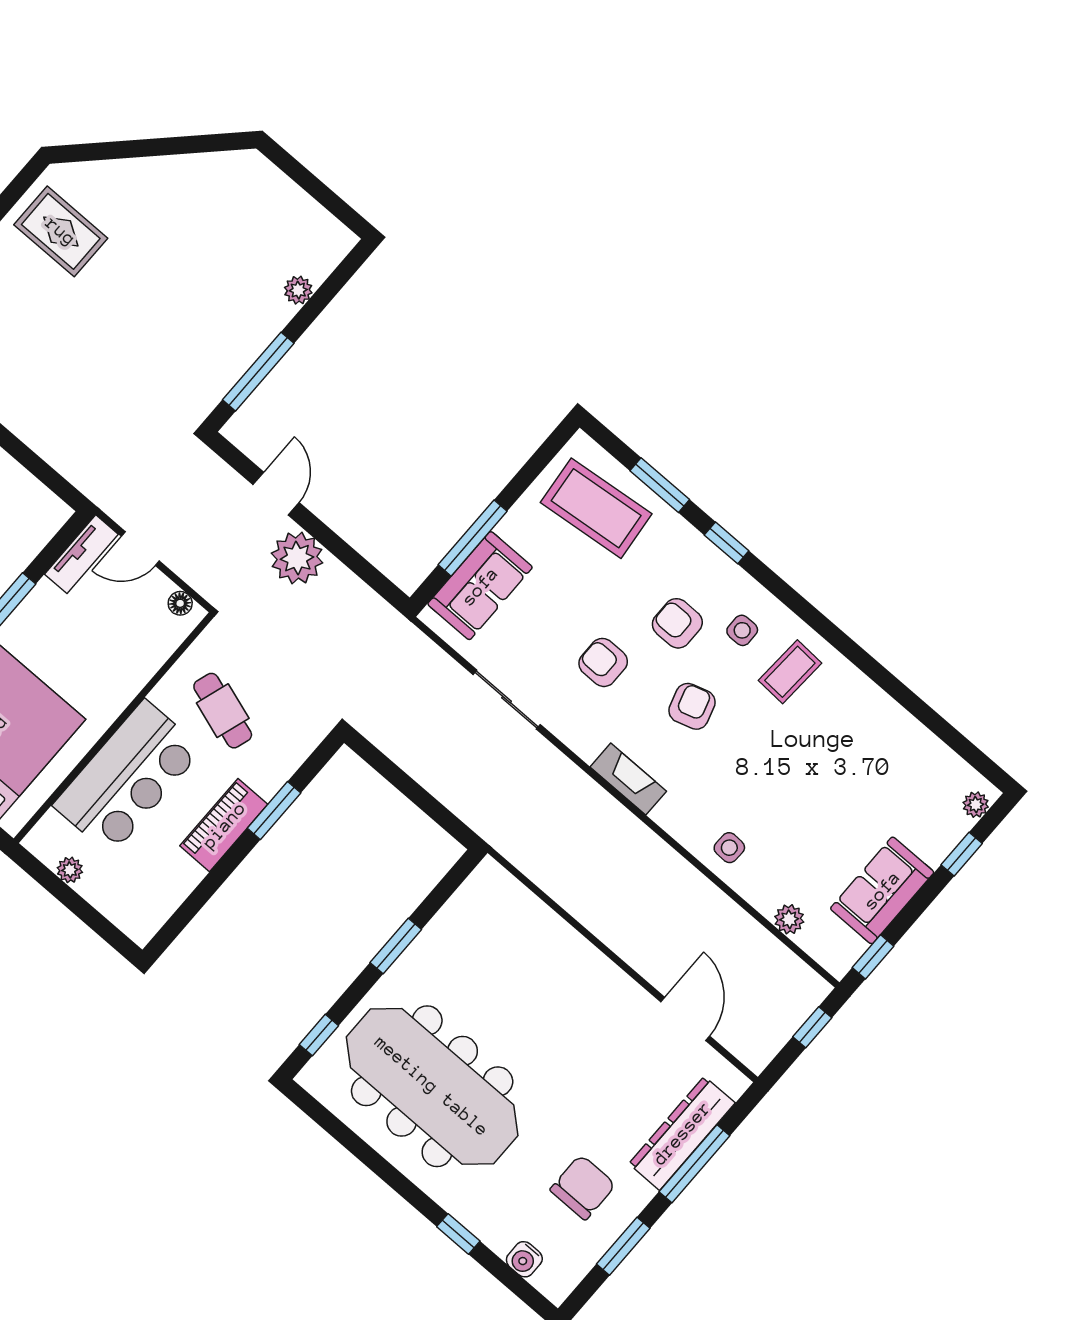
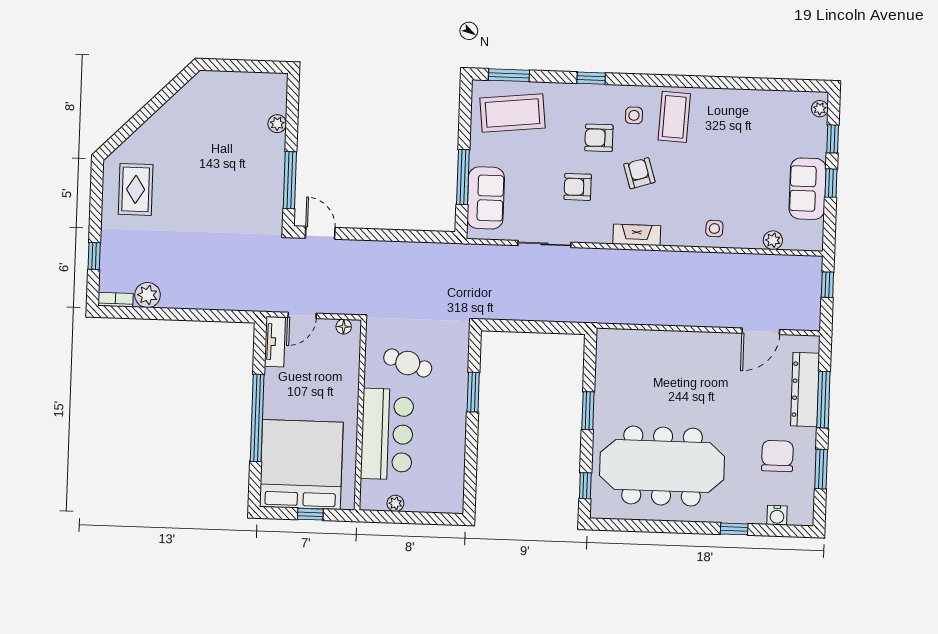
rug: (61, 231) -> (136, 189), turned 90
window: (660, 485) -> (509, 75), moved
door: (276, 494) -> (320, 233), moved
plant: (297, 558) -> (384, 257), removed
coffee table: (790, 672) -> (674, 117), width x1.36, depth x1.30
piano: (224, 825) -> (454, 419), removed
window: (873, 957) -> (831, 183), moved
door: (685, 1019) -> (761, 331), swing flipped

